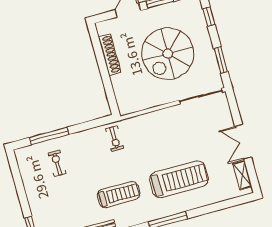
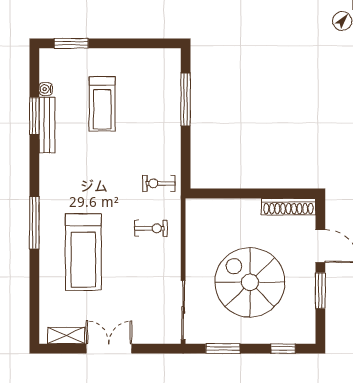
shoe rack: (110, 55) -> (288, 207), moved
exercise bike: (57, 163) -> (151, 228), moved
treadmill: (119, 195) -> (102, 104), moved

